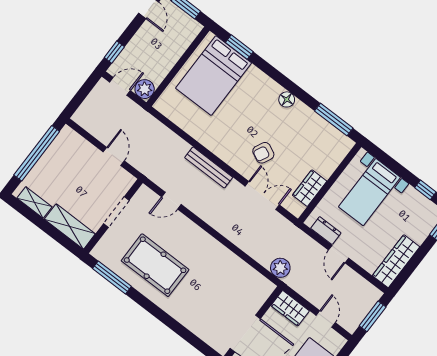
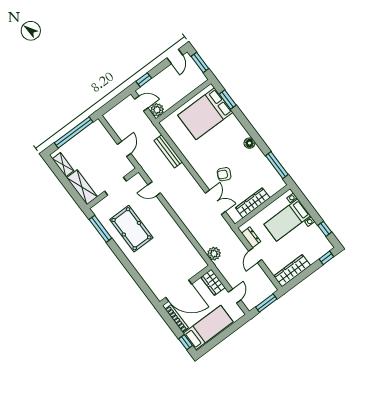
bench: (209, 167) -> (168, 151), moved
wardrobe: (310, 188) -> (253, 203), width x1.50

